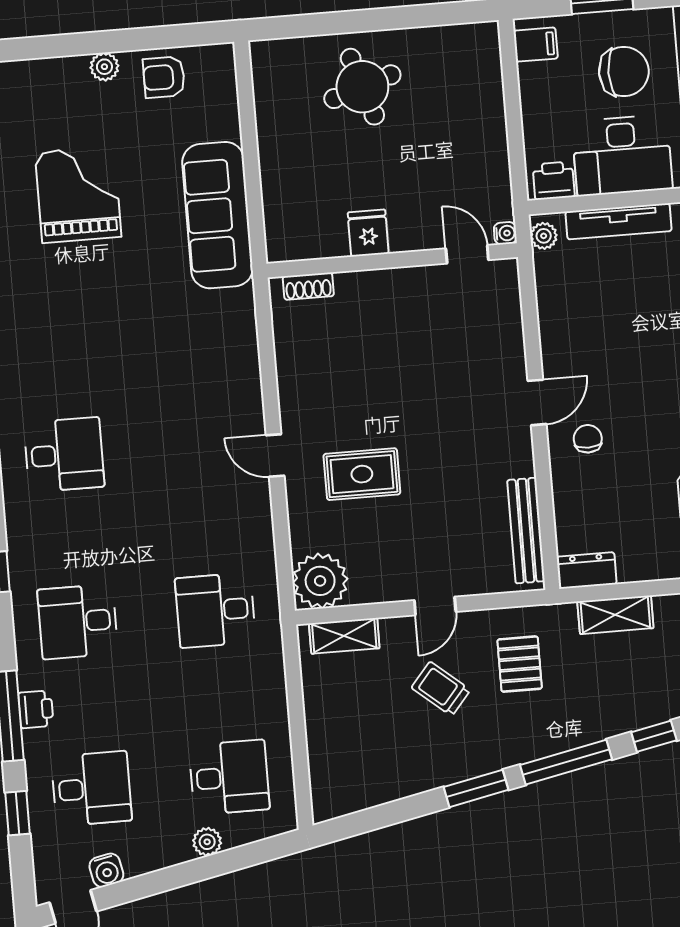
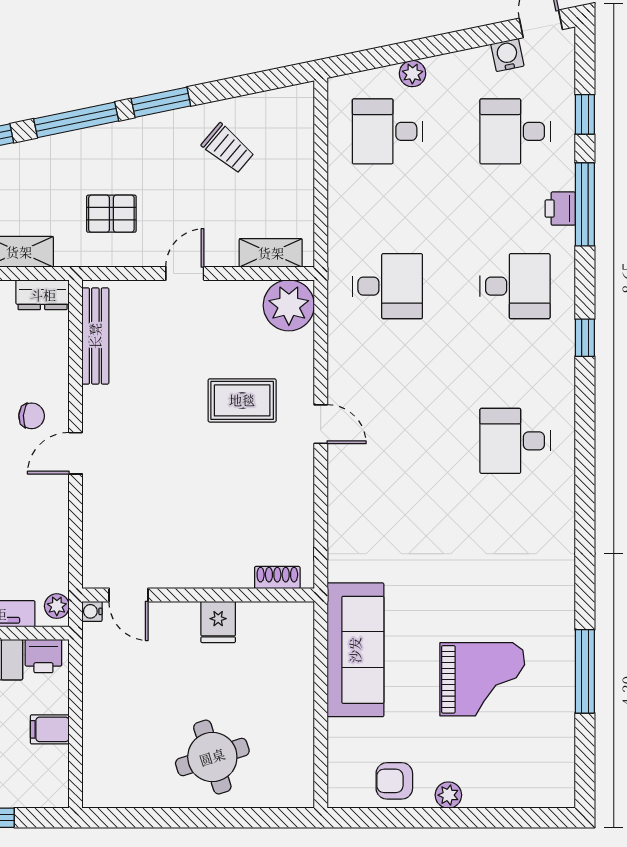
filing cabinet: (536, 45) -> (50, 729), moved
armchair: (164, 77) -> (394, 781), turned 180
grand piano: (78, 194) -> (482, 679), turned -90
chair: (588, 439) -> (32, 416), turned -86
pallet: (520, 664) -> (111, 214), turned 90
trolley: (441, 689) -> (228, 148), moved

